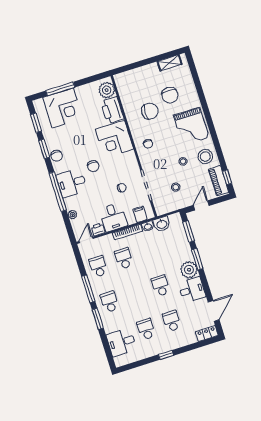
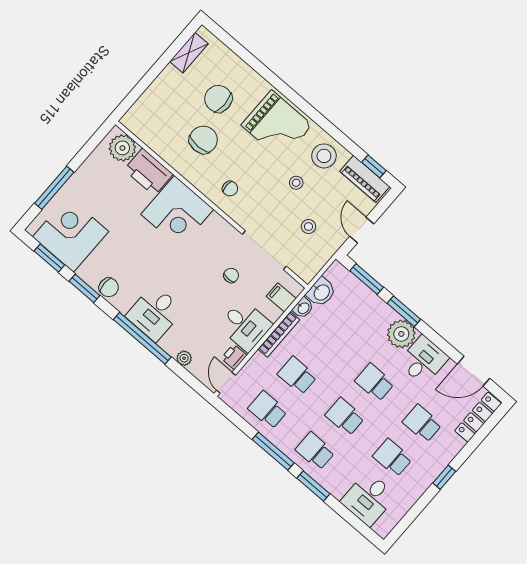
chair: (170, 95) -> (218, 99), turned 180
corner desk: (63, 108) -> (71, 234), moved, turned -90
chair: (93, 166) -> (171, 270), removed
school desk: (135, 294) -> (345, 417), added
door: (214, 311) -> (474, 371), swing flipped
locker: (207, 334) -> (478, 417), width x1.53

